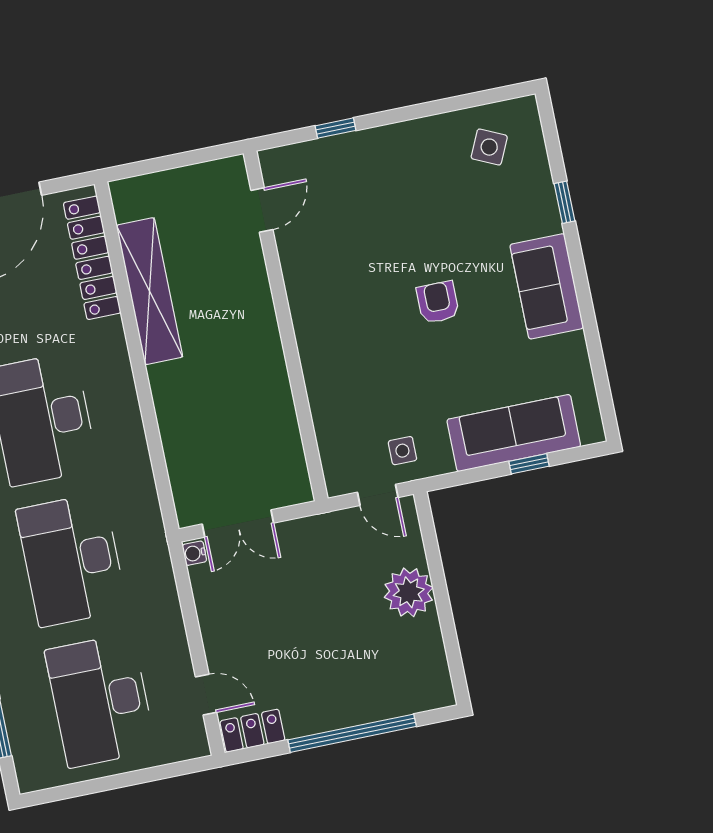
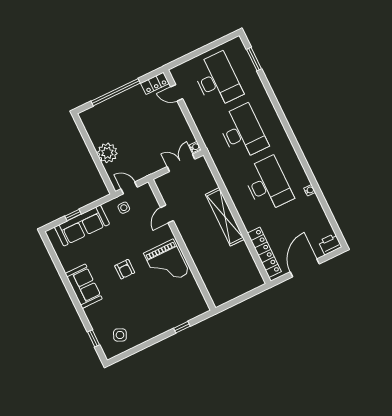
window: (565, 202) -> (93, 338), moved
door: (262, 210) -> (167, 214), moved
shelving: (150, 291) -> (225, 217), moved
grand piano: (334, 292) -> (167, 263), added

